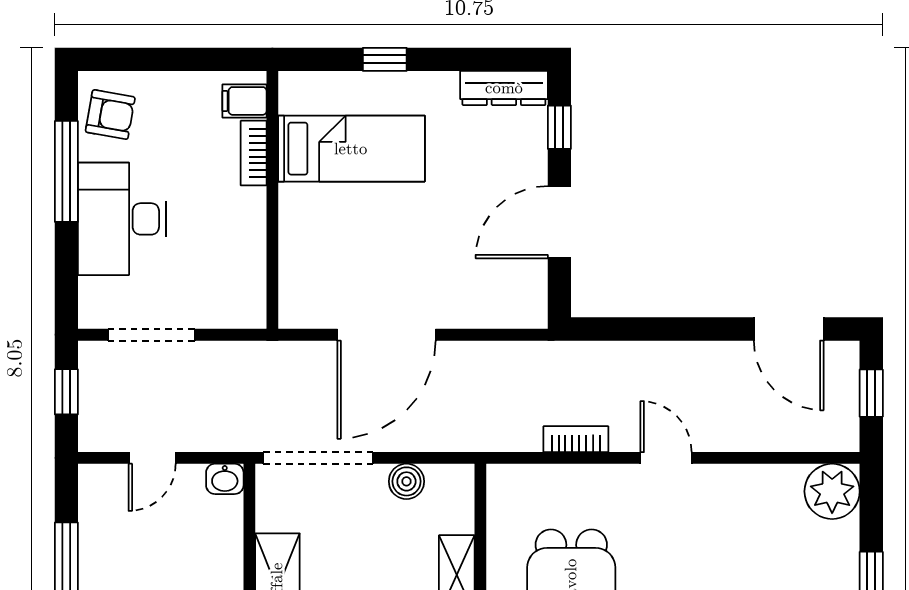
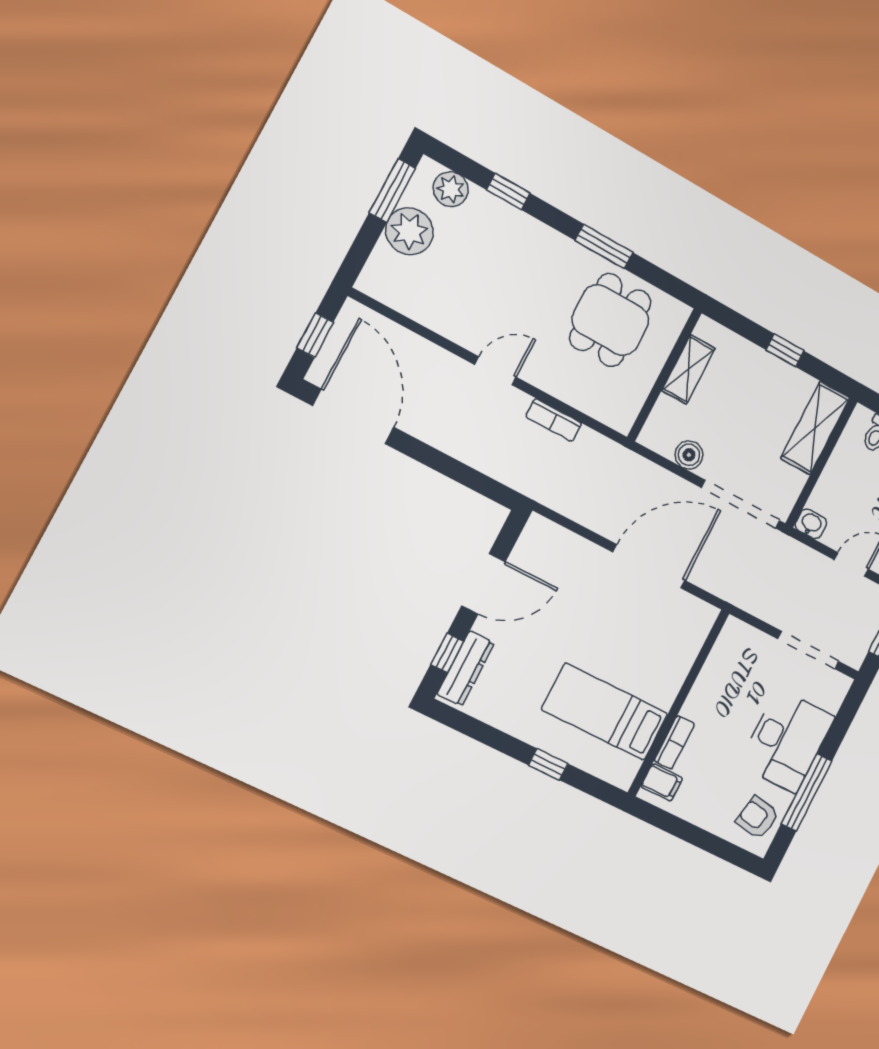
dresser: (504, 88) -> (466, 669), moved, turned 90
door: (789, 329) -> (353, 416), width x1.36
door: (666, 458) -> (495, 371), swing flipped
plant: (832, 491) -> (409, 231), moved

